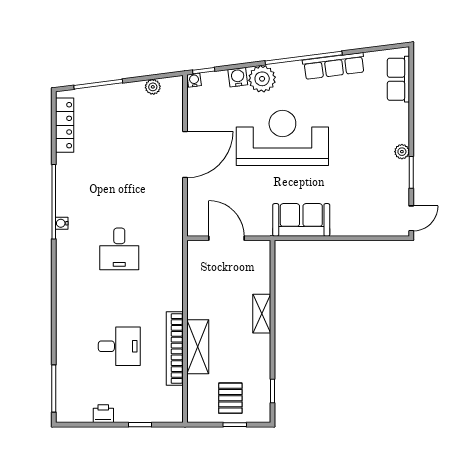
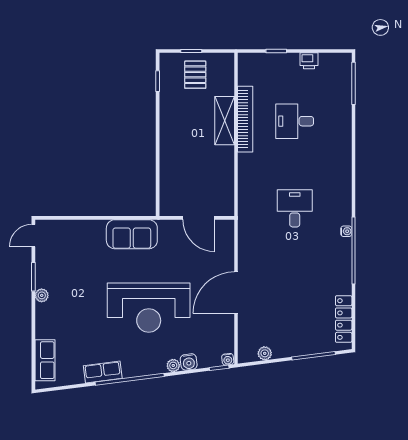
row of seats: (334, 66) -> (103, 372), width x0.68
plant: (262, 79) -> (173, 365), width x0.53, depth x0.53
shelving: (262, 314) -> (167, 150), removed

